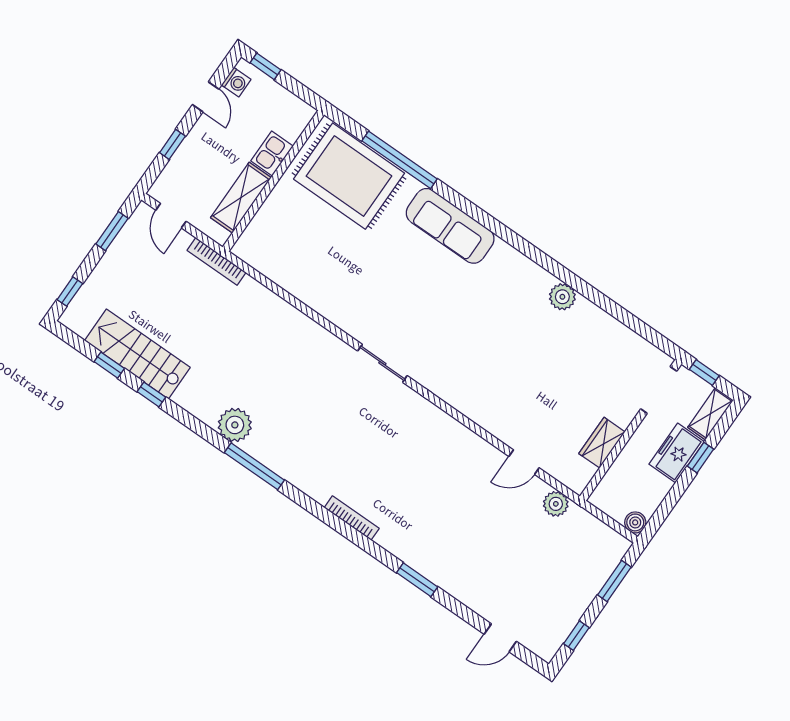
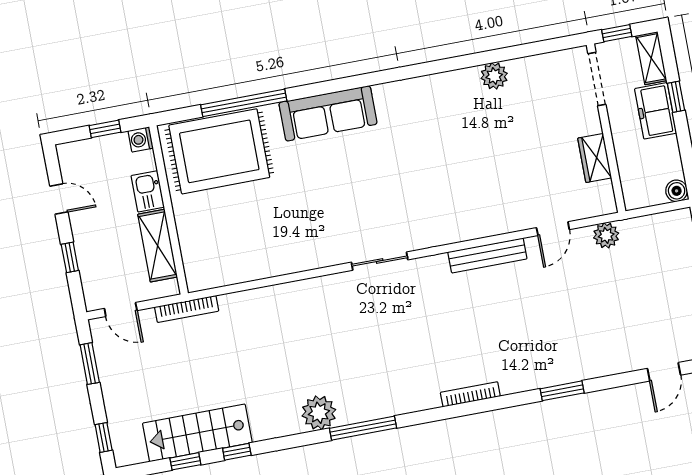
window: (266, 66) -> (105, 129), moved
washing machine: (236, 82) -> (141, 139), moved, turned 180
plant: (562, 297) -> (494, 76), moved
bench: (460, 435) -> (487, 255), added

